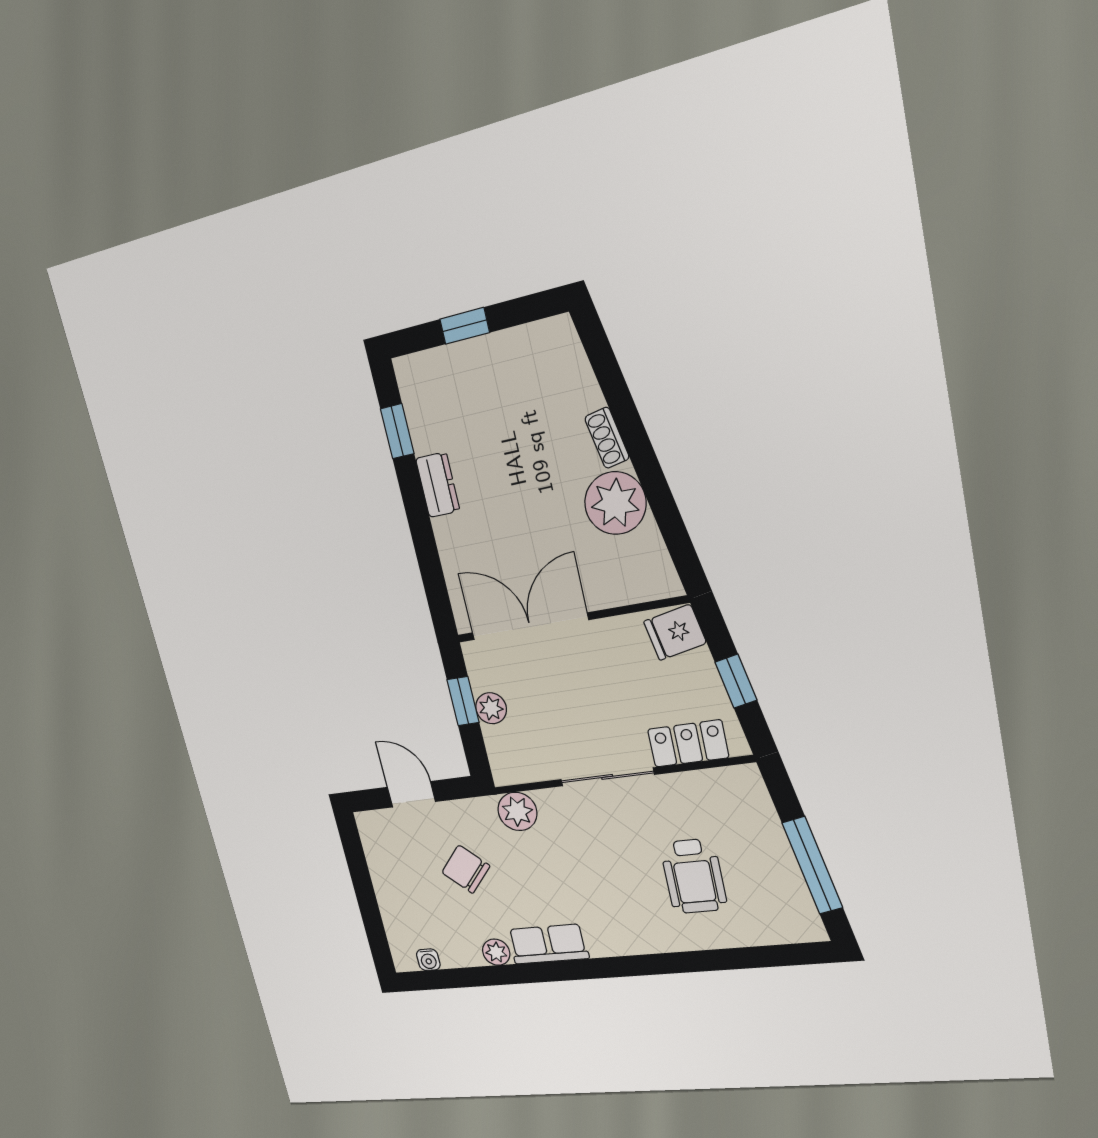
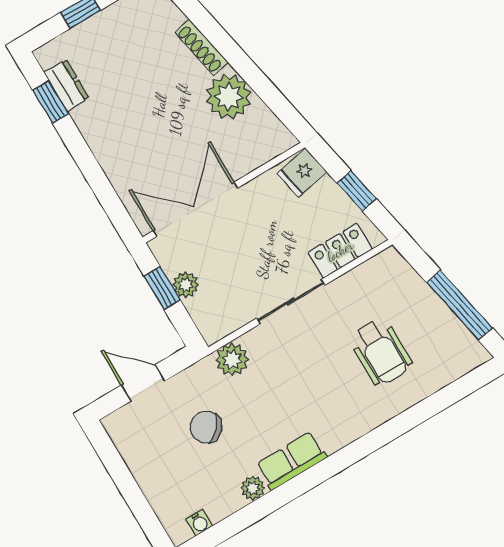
shoe rack: (607, 438) -> (202, 47), width x1.43
dresser: (438, 485) -> (66, 85), moved

